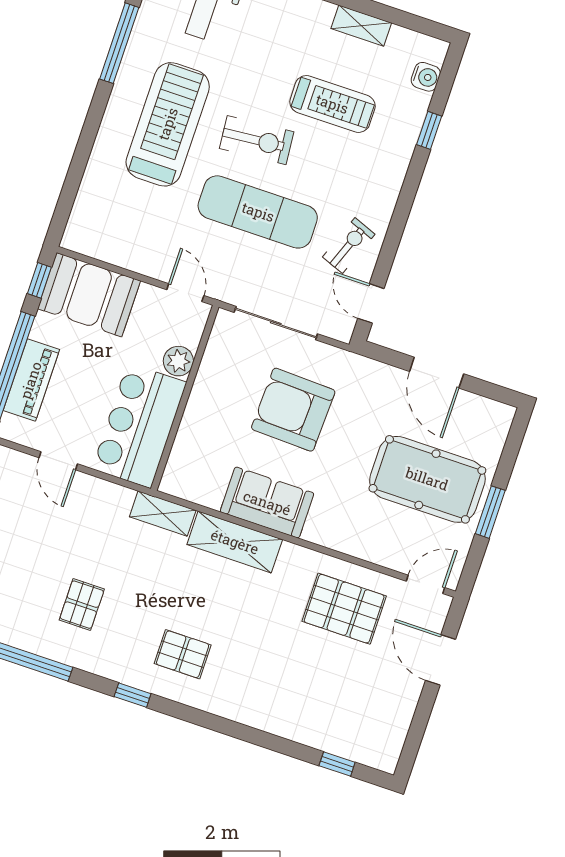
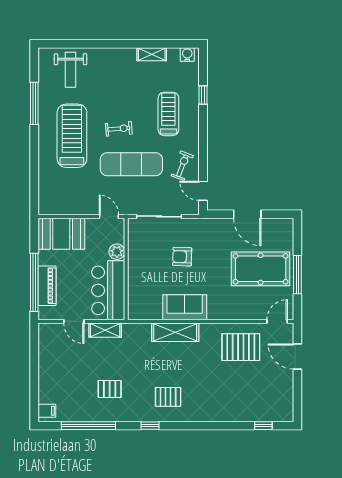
water cooler: (426, 77) -> (187, 55), moved, turned -90
treadmill: (332, 104) -> (168, 114), moved, turned -90
exercise bike: (257, 140) -> (119, 129), width x0.73, depth x0.72
window: (39, 280) -> (34, 235), removed
armchair: (293, 410) -> (182, 257), width x0.53, depth x0.53
window: (490, 512) -> (297, 275), width x1.44
shelving: (163, 513) -> (105, 330), moved
pallet: (82, 605) -> (110, 389), turned 90

